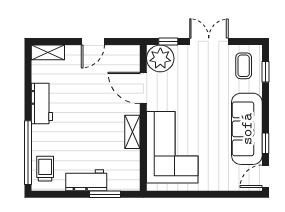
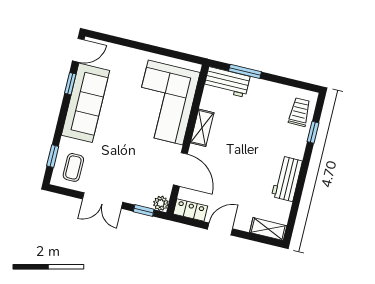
locker: (125, 52) -> (190, 210), added
plant: (160, 58) -> (161, 203), width x0.53, depth x0.53
window: (28, 153) -> (313, 132), width x0.32
trolley: (45, 169) -> (300, 112), turned 180
workbench: (86, 180) -> (227, 82), moved

